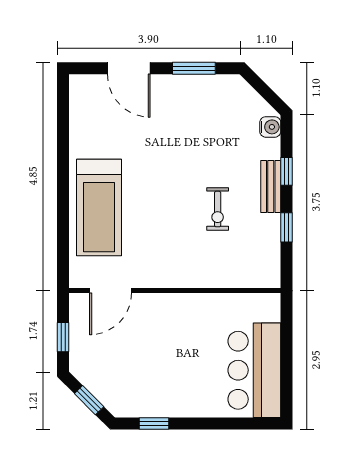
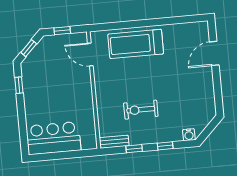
window: (194, 68) -> (218, 89), removed
bench: (271, 187) -> (114, 142), moved
exercise bike: (218, 209) -> (141, 110), width x1.38, depth x1.39

